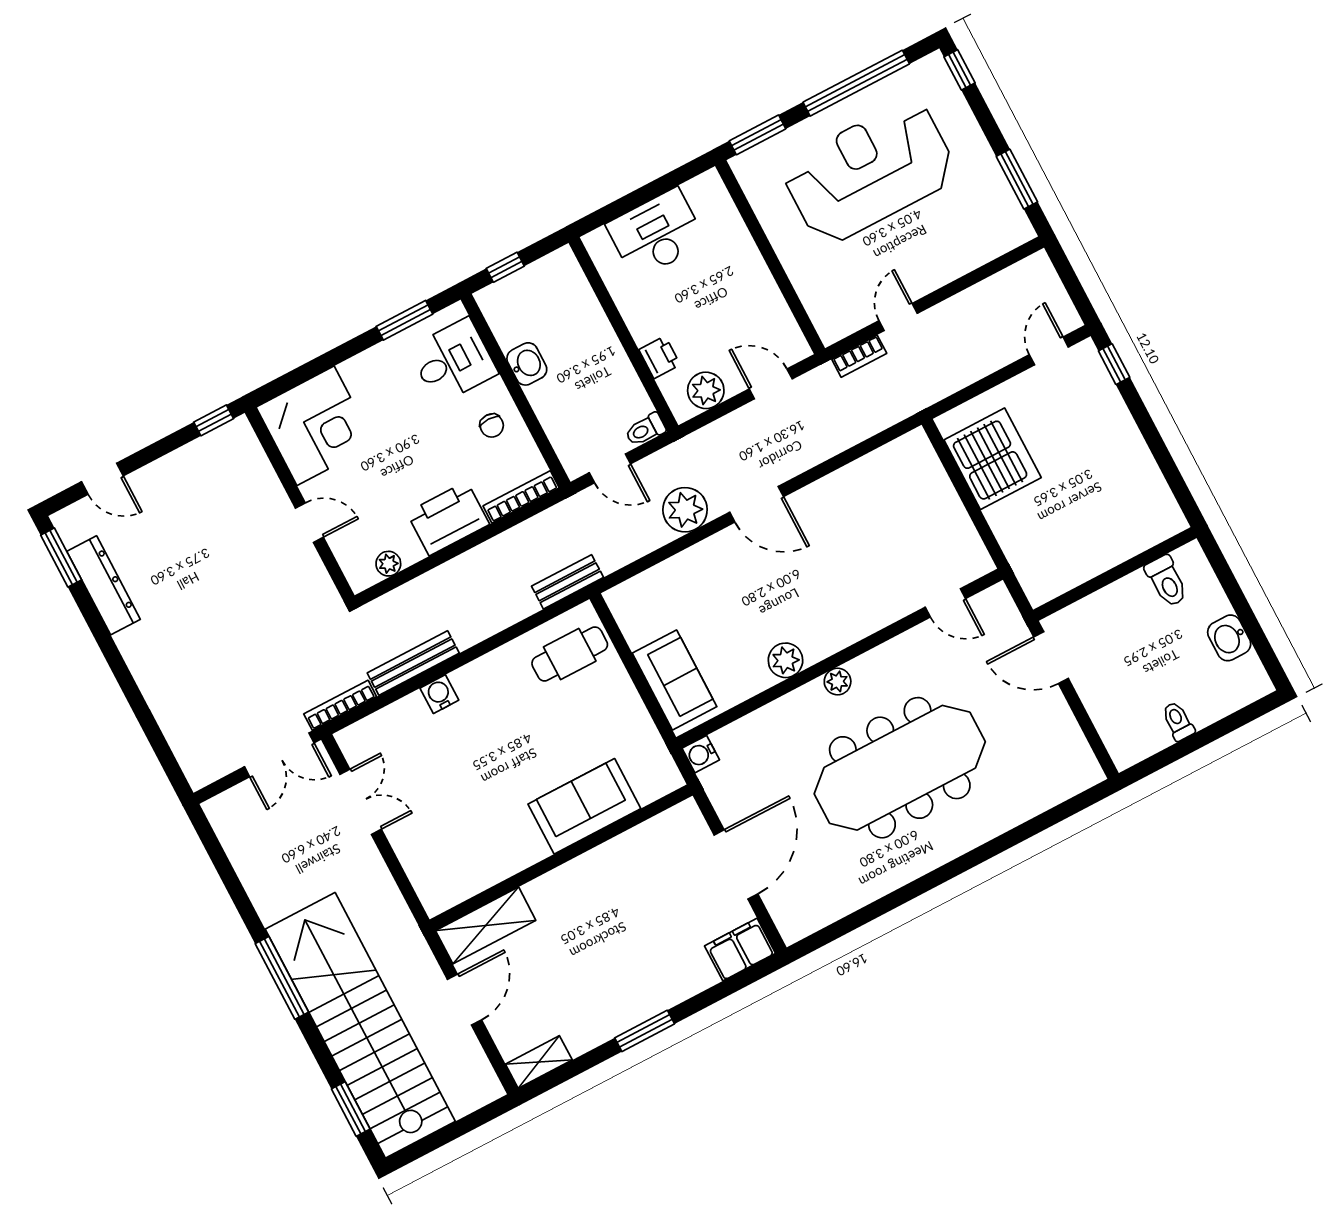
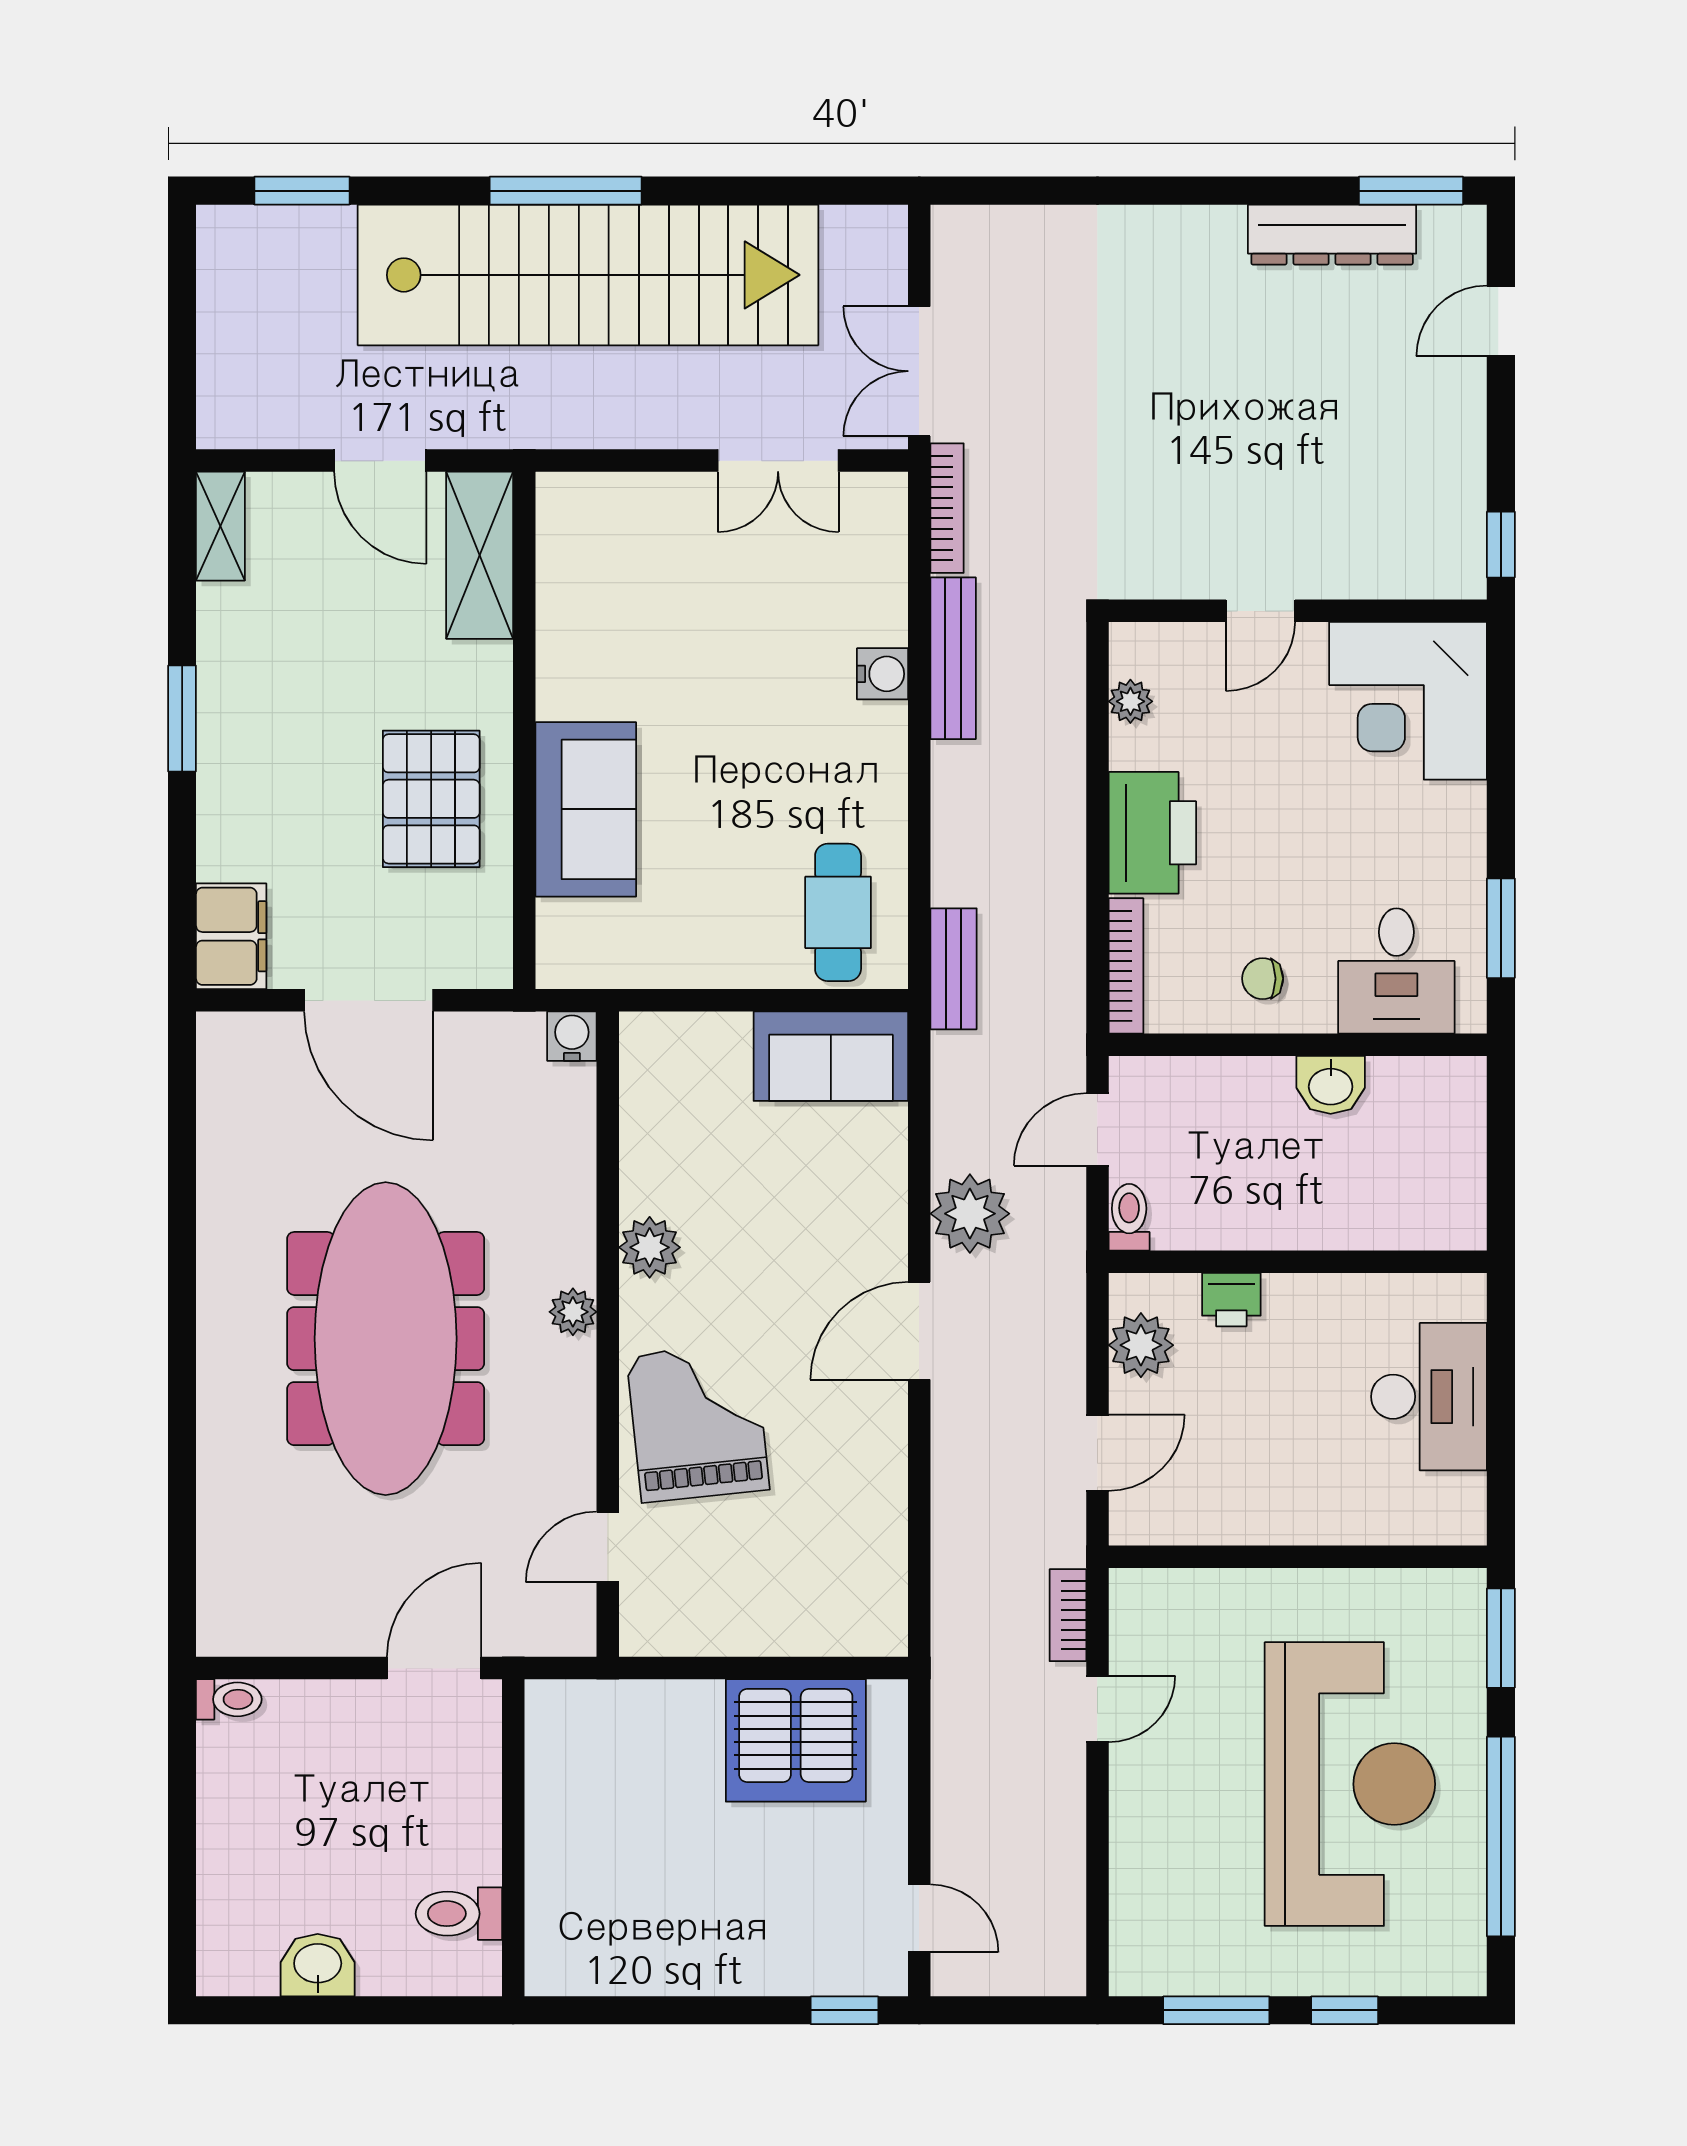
window: (960, 70) -> (1345, 2010), moved
window: (505, 267) -> (1501, 1131), removed
door: (898, 317) -> (1097, 1709), hinge flipped
grand piano: (860, 590) -> (698, 1422), added
sofa: (675, 680) -> (831, 1056), moved
toilet: (1178, 721) -> (229, 1699), moved
pallet: (619, 886) -> (431, 799), added
stairs: (360, 1025) -> (588, 275), moved

